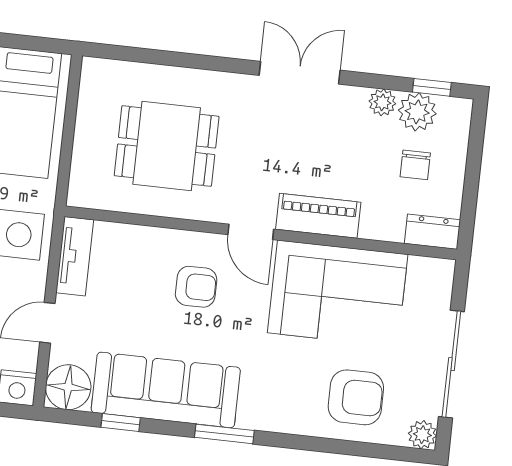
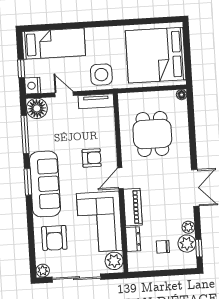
floor lamp: (92, 68) -> (182, 95), added
dresser: (432, 232) -> (133, 239), moved
plant: (428, 276) -> (114, 261), added
armchair: (196, 287) -> (92, 158), turned -90
sofa: (166, 390) -> (45, 184), moved
window: (121, 423) -> (25, 135), width x2.17

